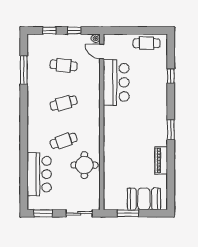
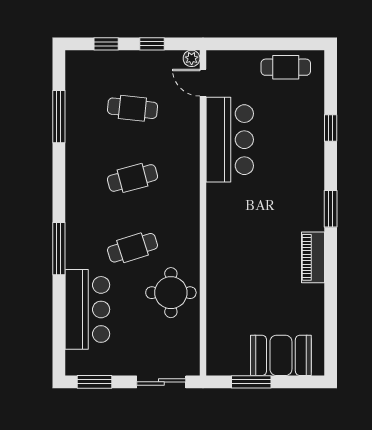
window: (171, 130) -> (331, 209), moved
window: (24, 141) -> (59, 249), added
piano: (161, 160) -> (313, 257), moved

